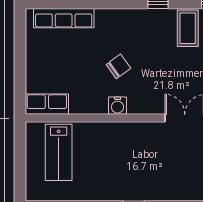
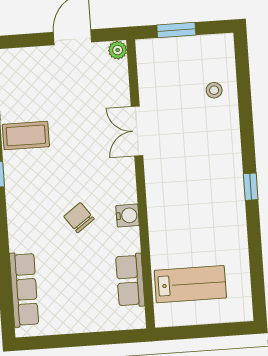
row of seats: (47, 104) -> (130, 280), moved

